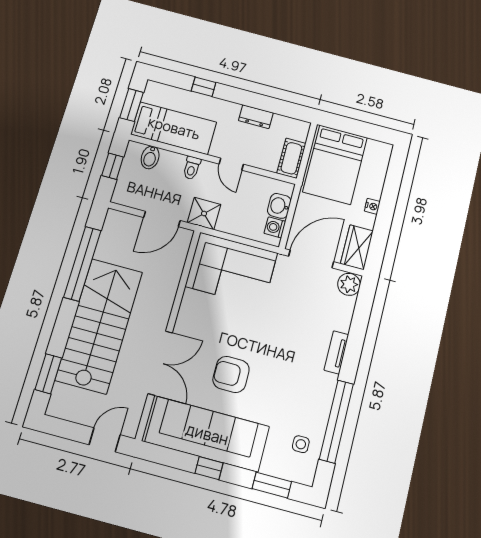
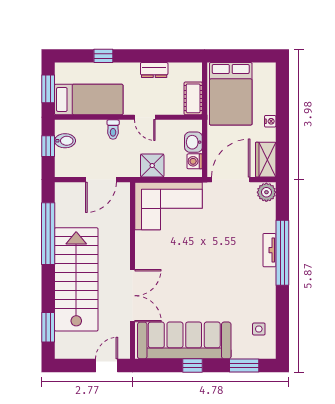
bidet: (150, 157) -> (65, 141), moved, turned -90
shower: (204, 214) -> (152, 166), moved
armchair: (231, 374) -> (190, 290), removed
window: (336, 421) -> (282, 253), moved

